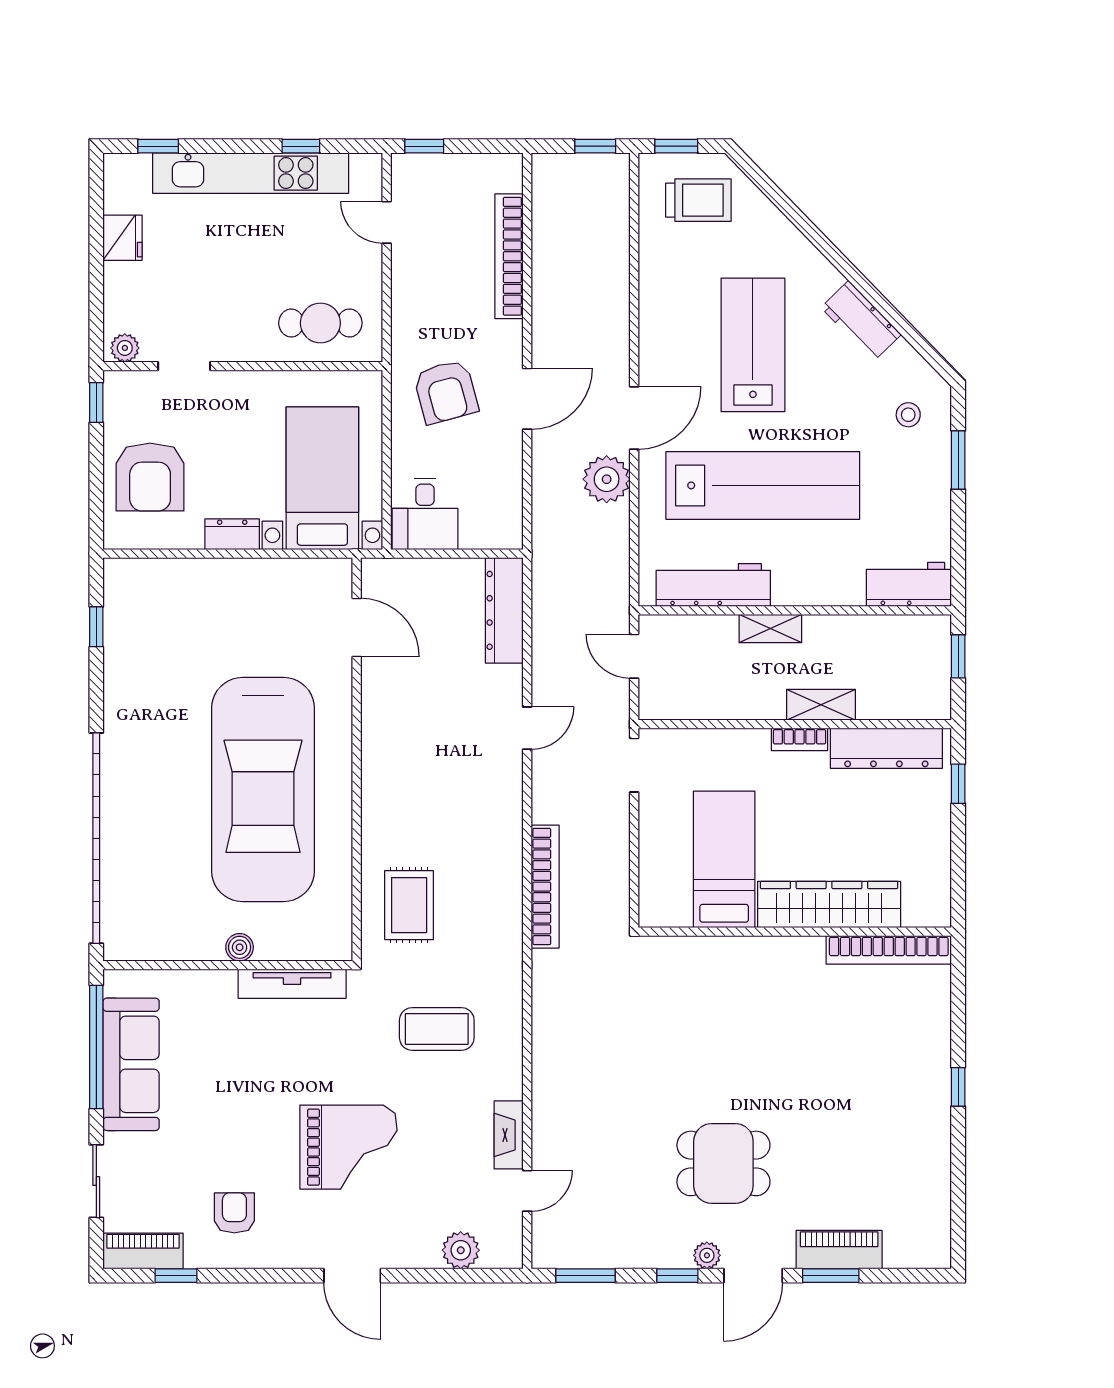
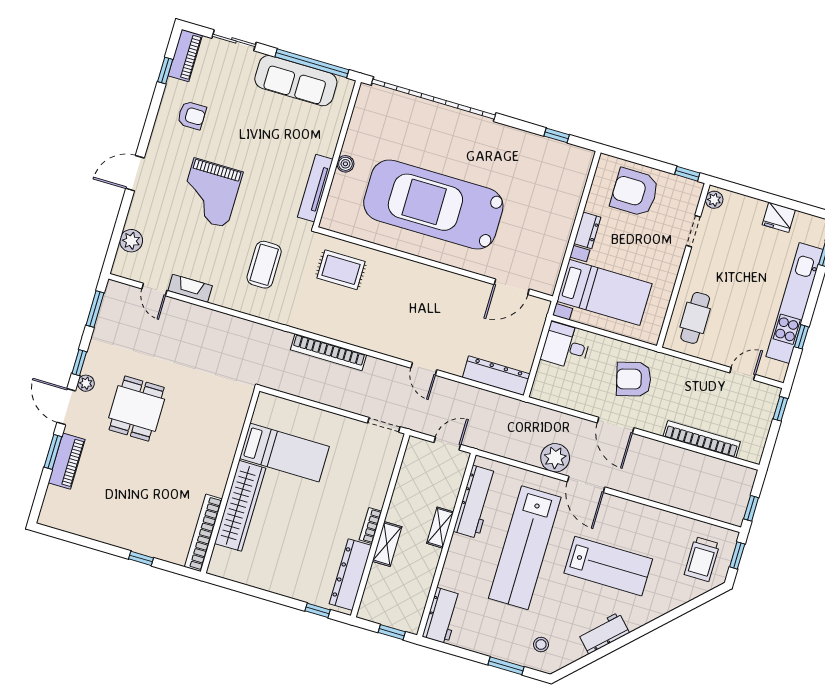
bed: (724, 859) -> (284, 452), moved
wardrobe: (829, 904) -> (240, 506), moved
wall: (795, 932) -> (230, 481), moved
bookcase: (889, 950) -> (203, 533), moved

